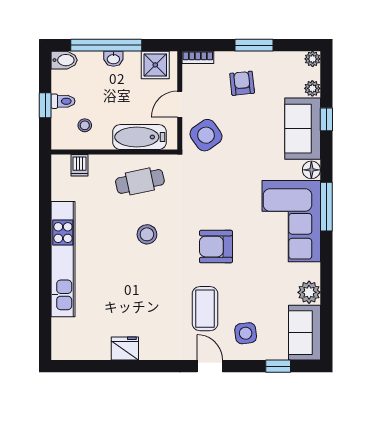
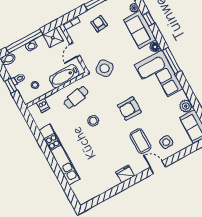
side table: (206, 135) -> (105, 68), moved
fridge: (125, 348) -> (125, 174), moved
window: (278, 366) -> (190, 149), removed

